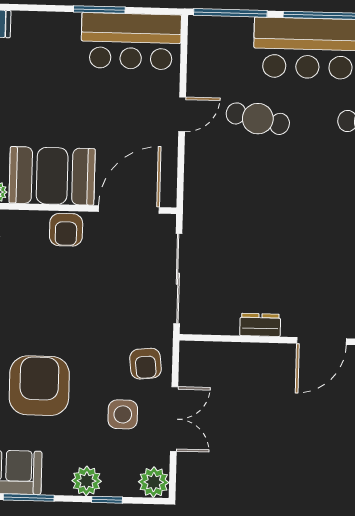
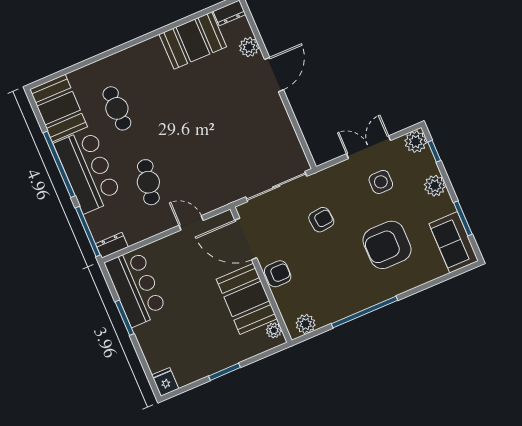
door: (182, 114) -> (191, 223), moved
dresser: (260, 325) -> (112, 245), moved, turned 90
door: (321, 341) -> (274, 75), hinge flipped
armchair: (145, 364) -> (321, 220), moved
window: (107, 500) -> (434, 151), moved

